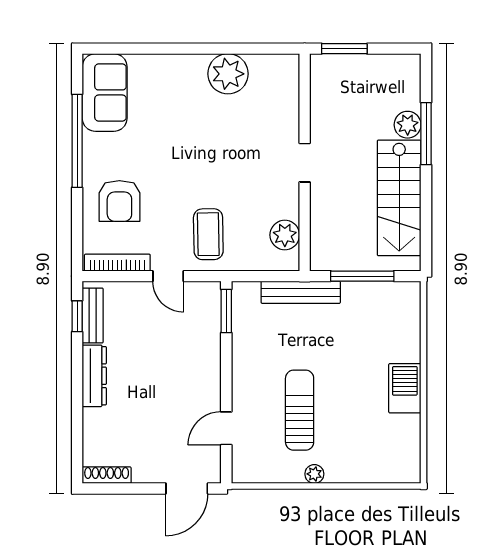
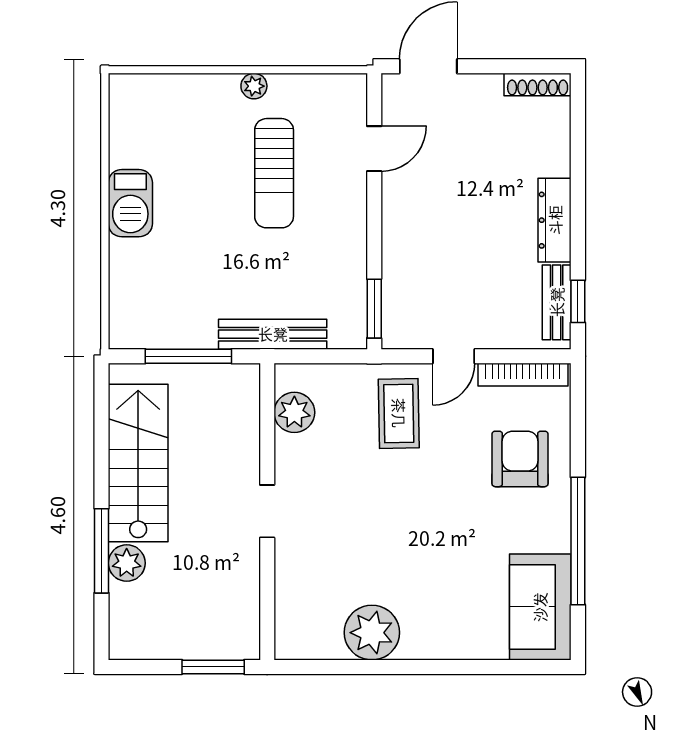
door: (168, 276) -> (454, 356), swing flipped

